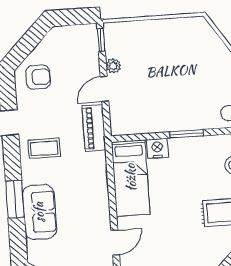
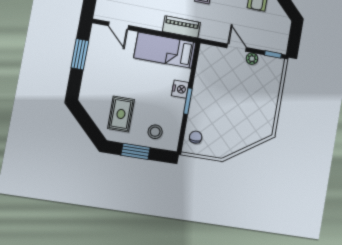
piano: (94, 128) -> (182, 27), moved
nightstand: (157, 148) -> (180, 89), moved

